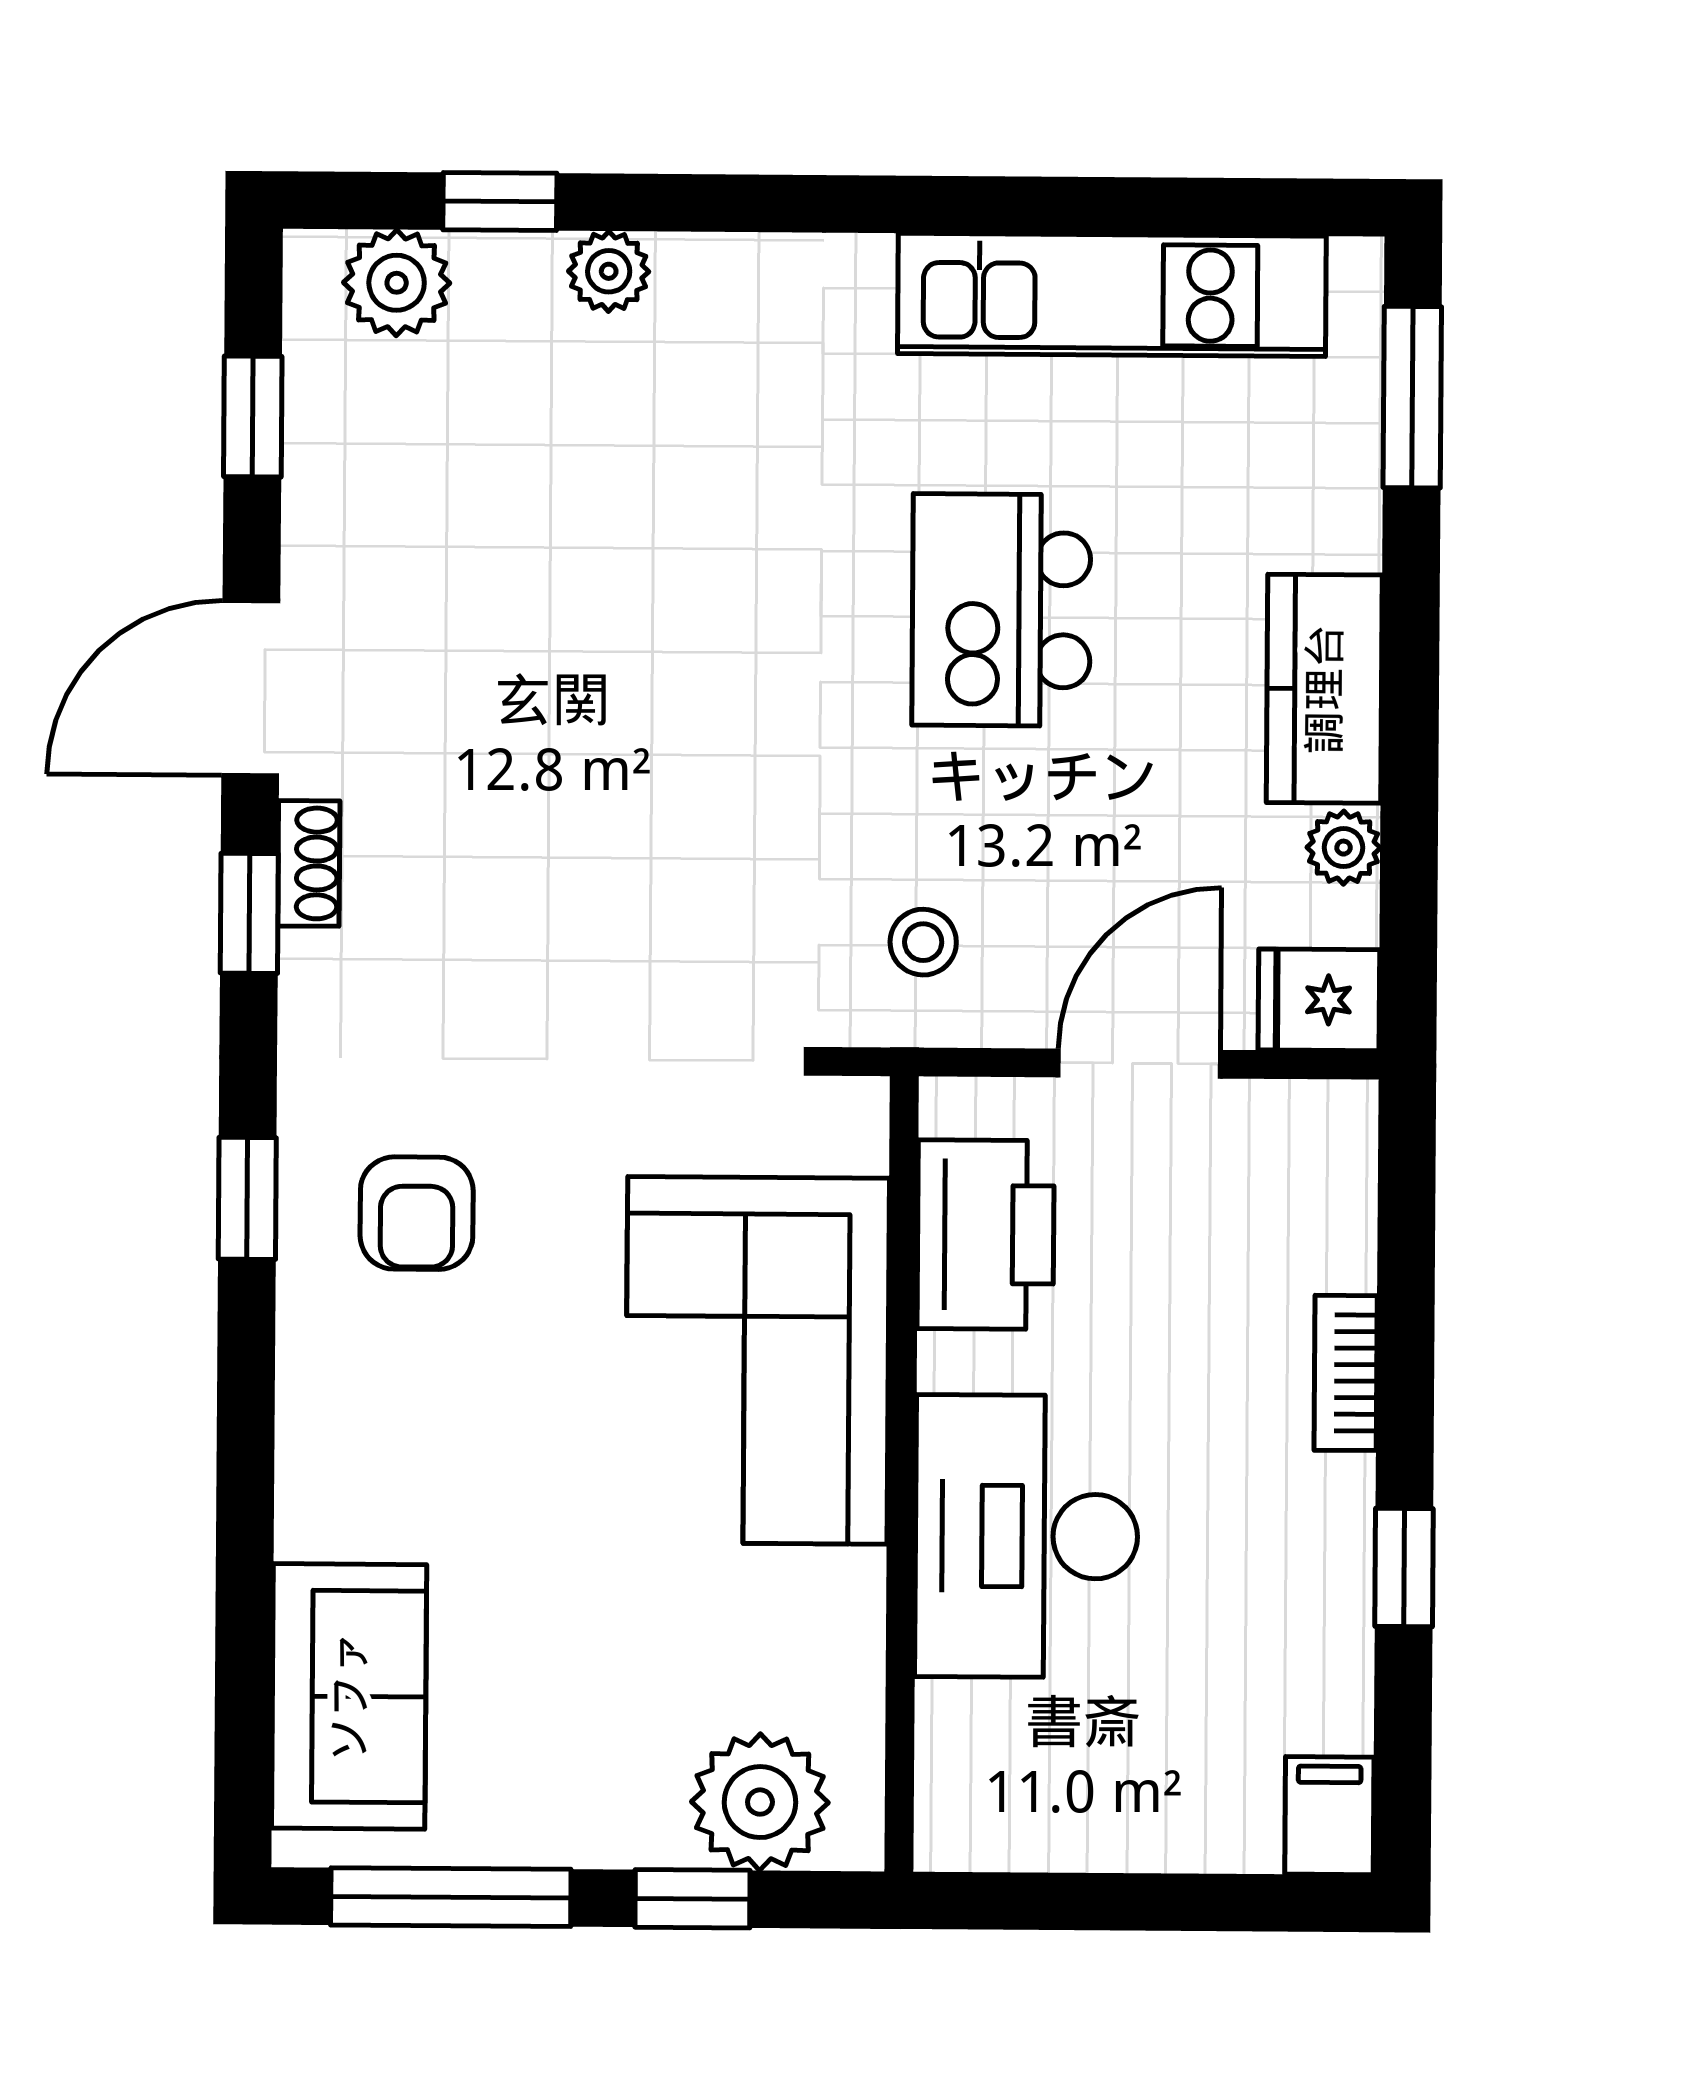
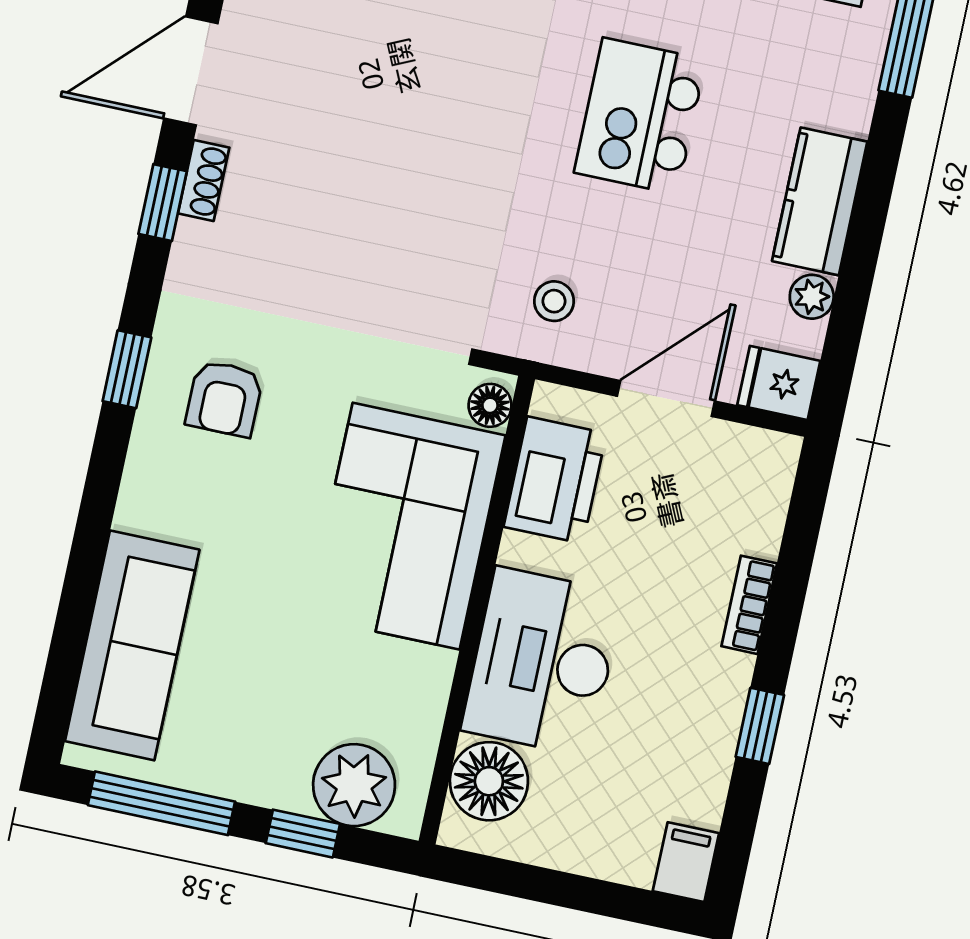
floor lamp: (854, 1134) -> (490, 405), added
sofa: (349, 1696) -> (132, 645), width x1.36
floor lamp: (979, 1750) -> (489, 781), added

